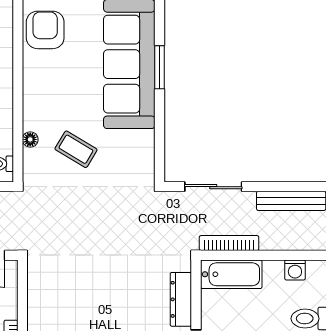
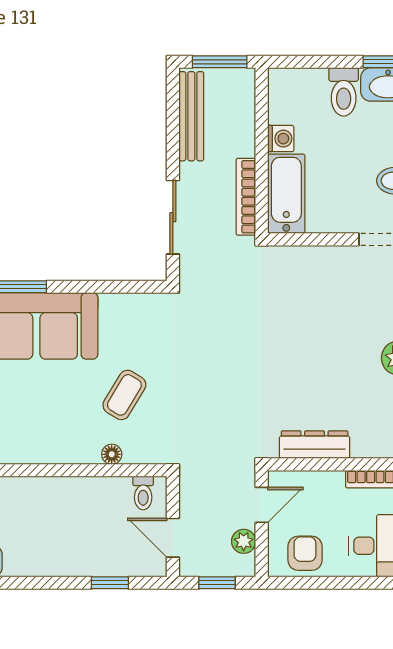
washing machine: (295, 270) -> (281, 139), moved
dresser: (181, 299) -> (315, 445), moved, turned 180

